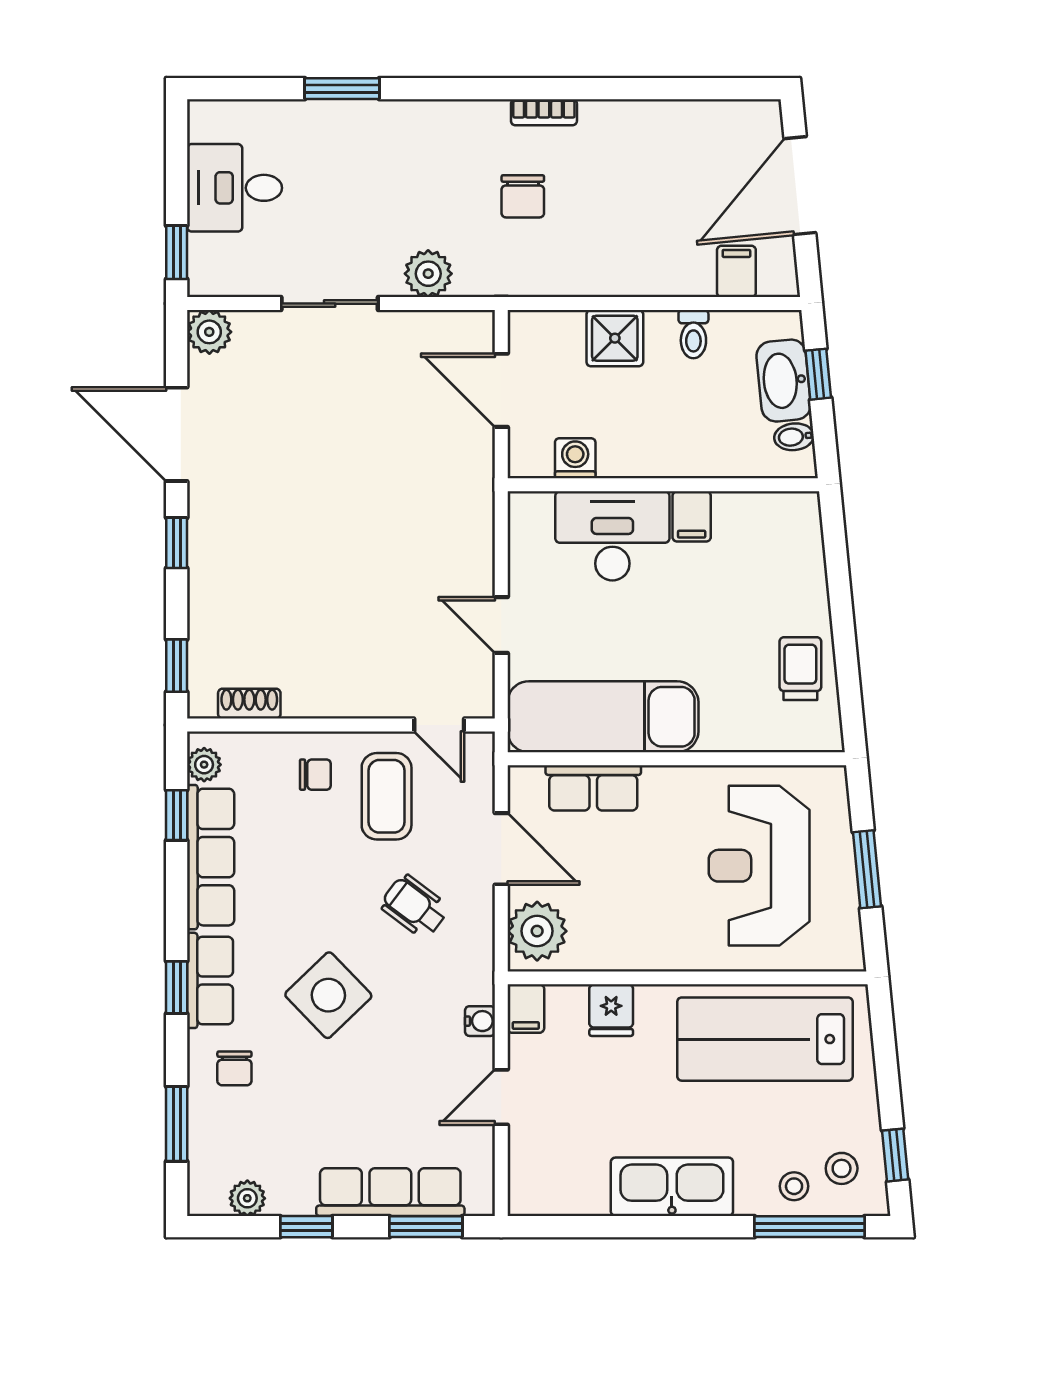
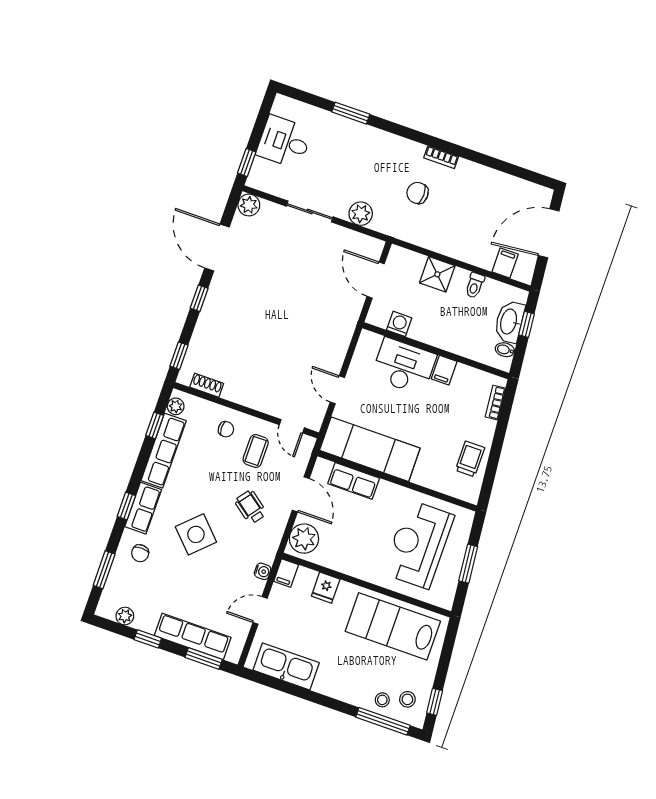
chair: (523, 196) -> (418, 193), turned 90
bookcase: (811, 544) -> (495, 403), added
coffee table: (387, 796) -> (256, 451), width x0.73, depth x0.77
kitchen sink: (672, 1187) -> (286, 666), moved

